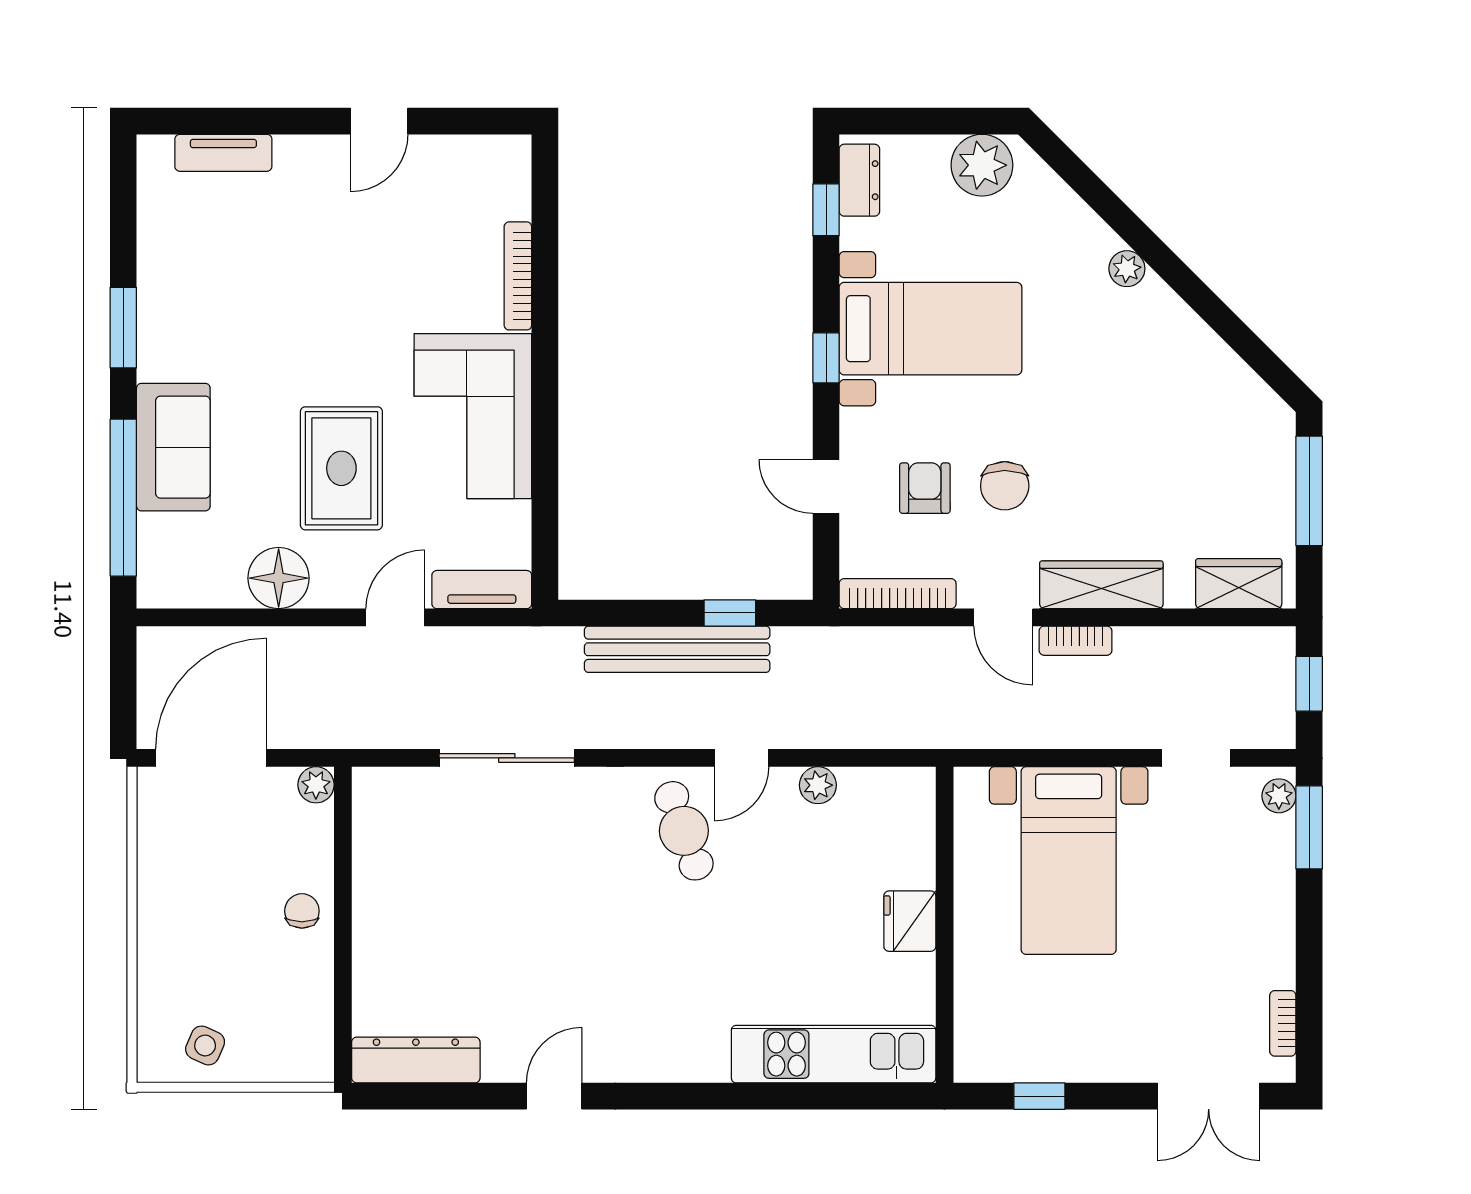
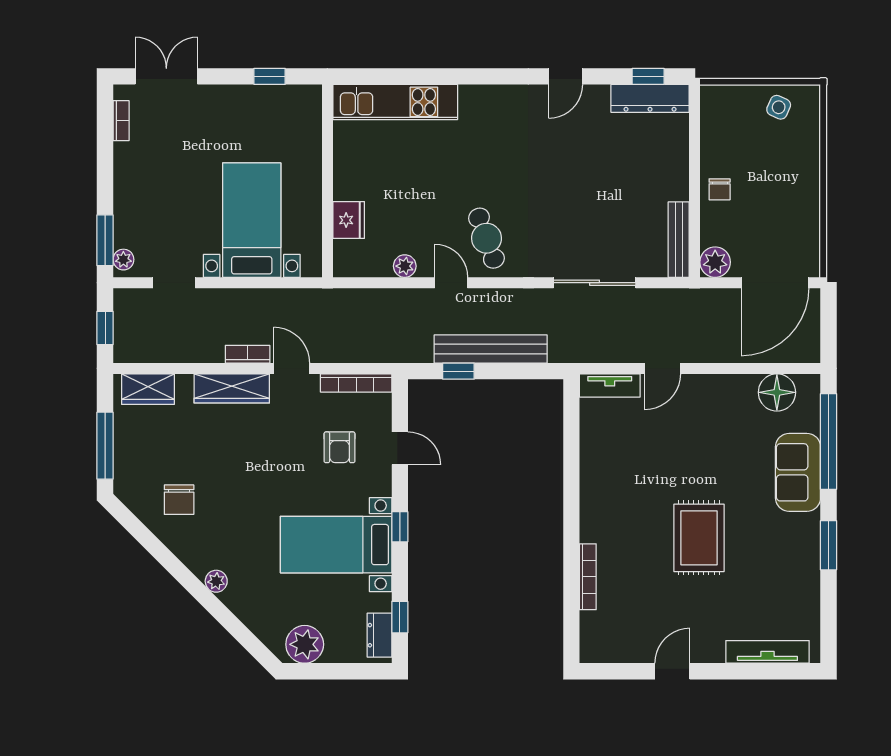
tv unit: (223, 153) -> (767, 652), width x1.41
corner sofa: (473, 416) -> (615, 491), removed
rug: (341, 468) -> (699, 538), moved
chair: (1005, 486) -> (179, 500), moved, turned 180
floor lamp: (279, 578) -> (777, 392), moved
door: (742, 758) -> (451, 283), hinge flipped
plant: (316, 785) -> (715, 262), width x1.38, depth x1.38
bench: (369, 829) -> (679, 240), added
fridge: (910, 921) -> (349, 220), moved
window: (419, 1096) -> (648, 76), added

